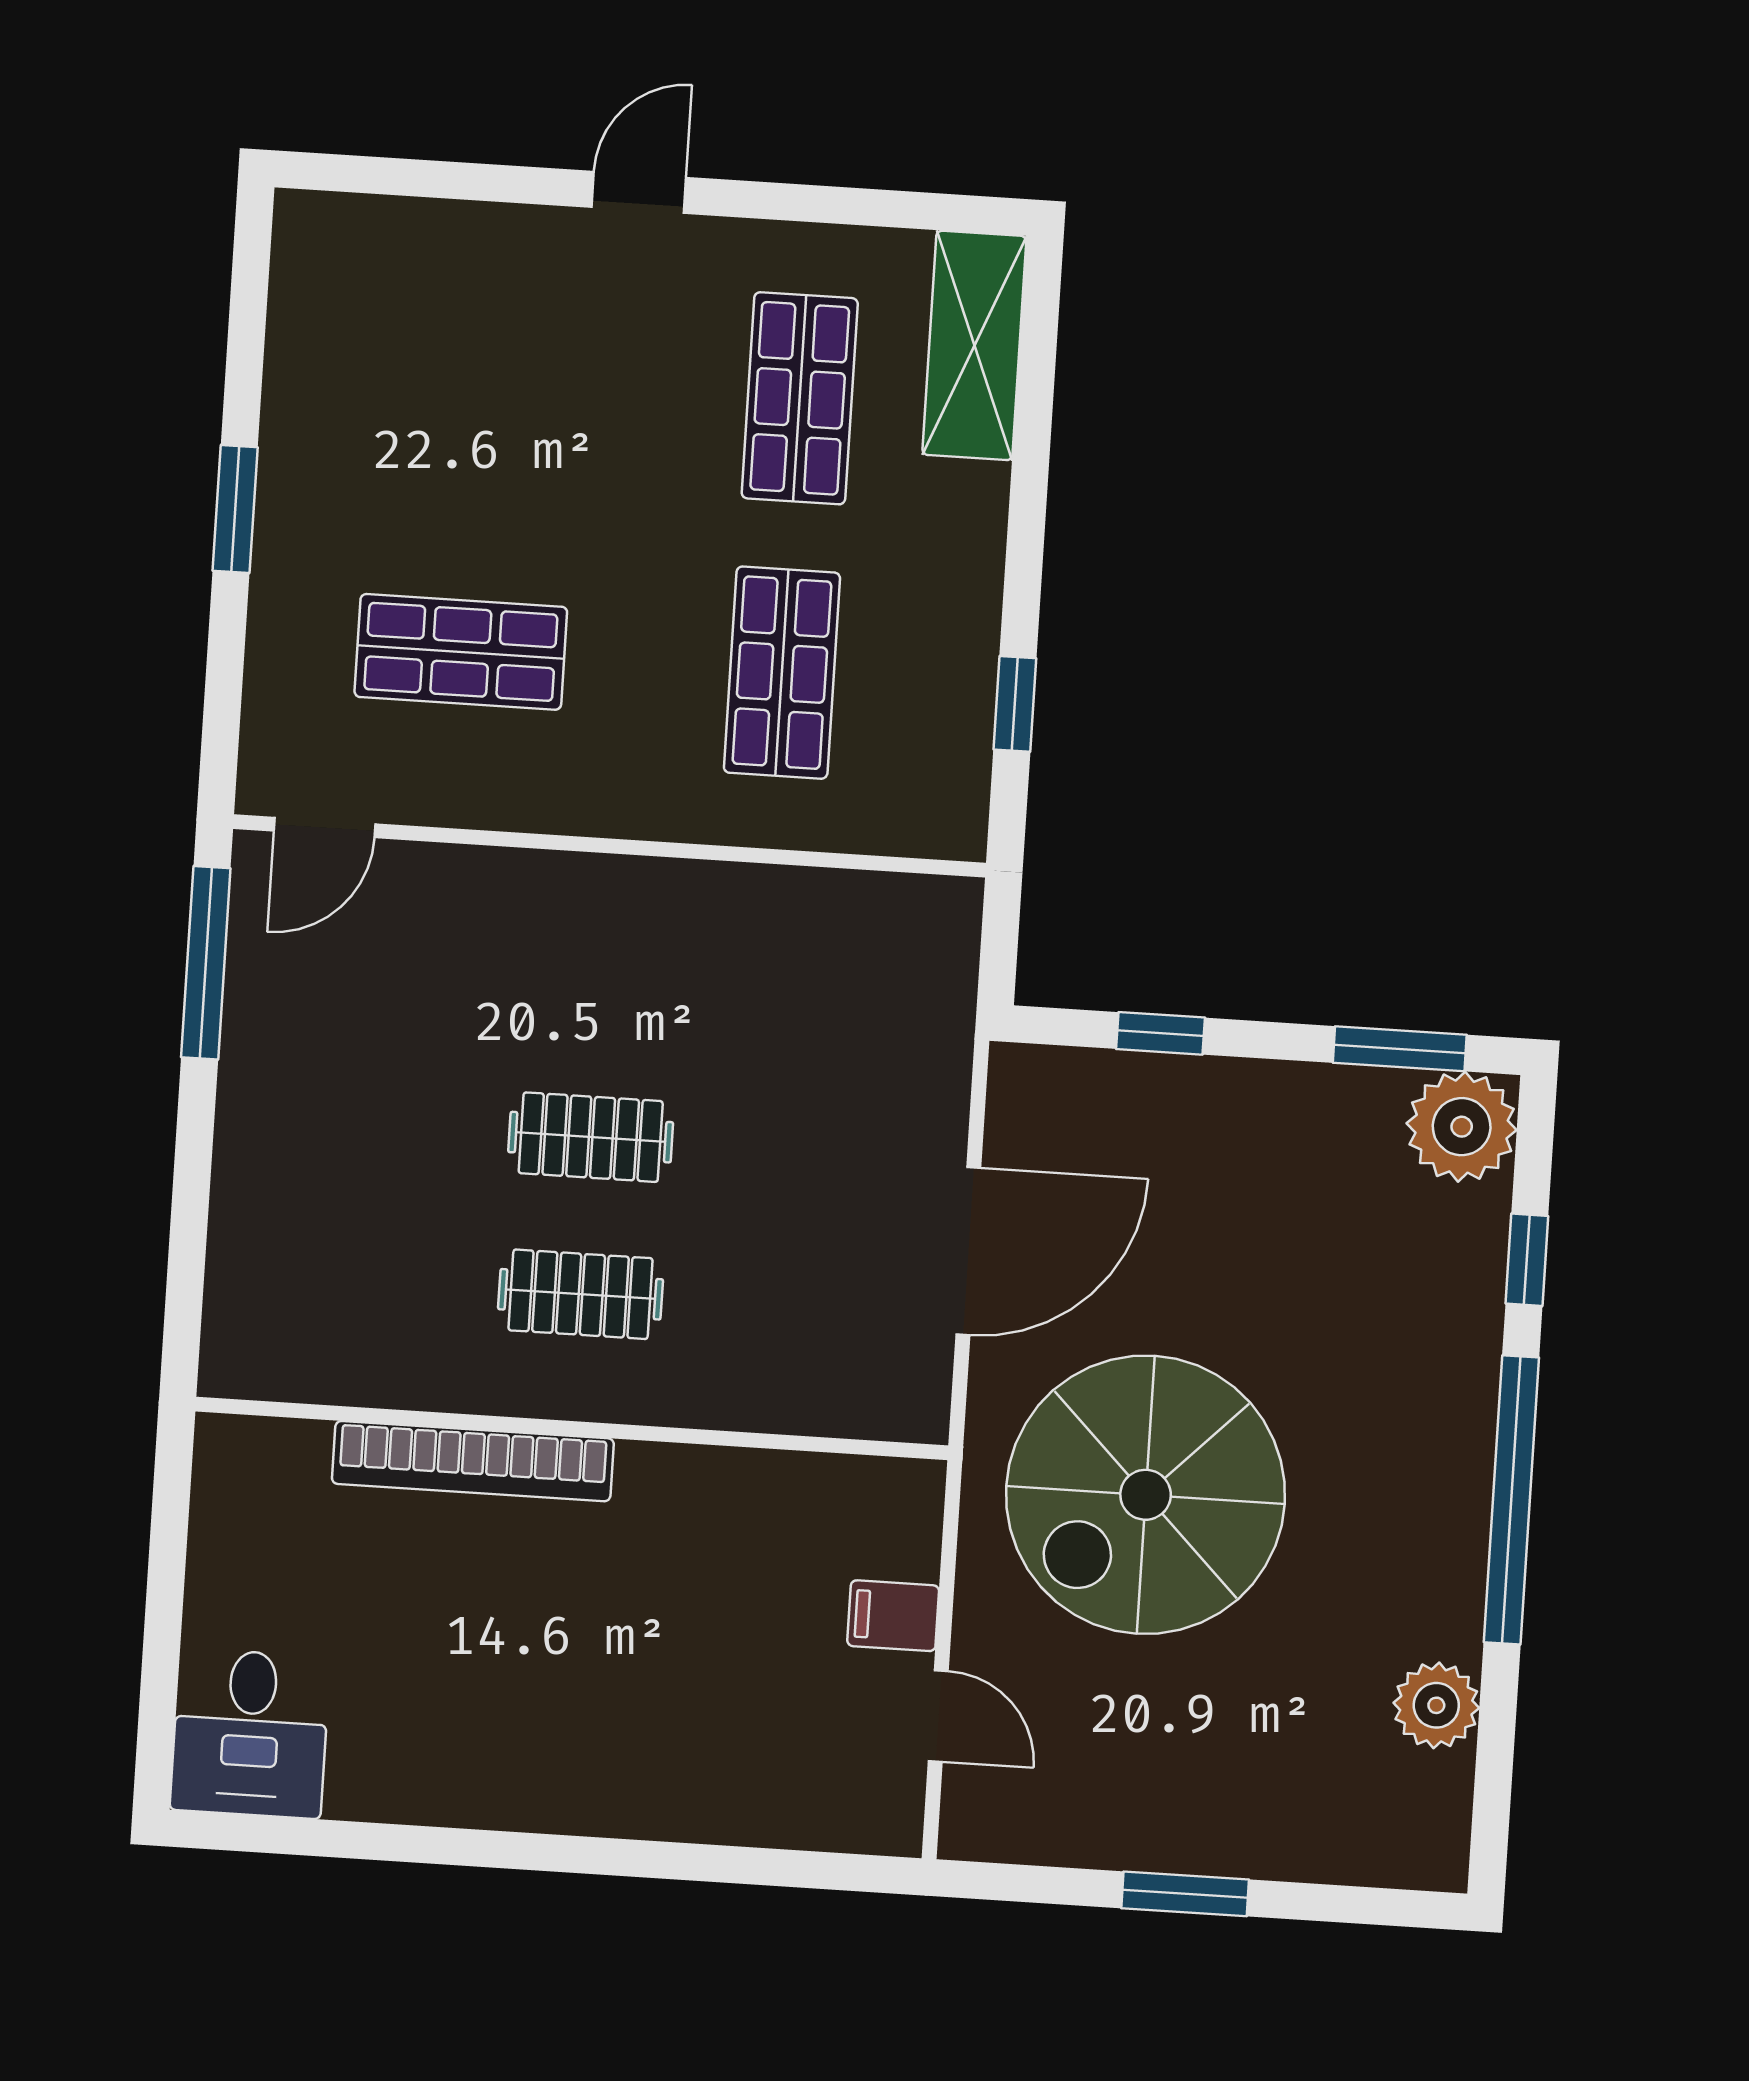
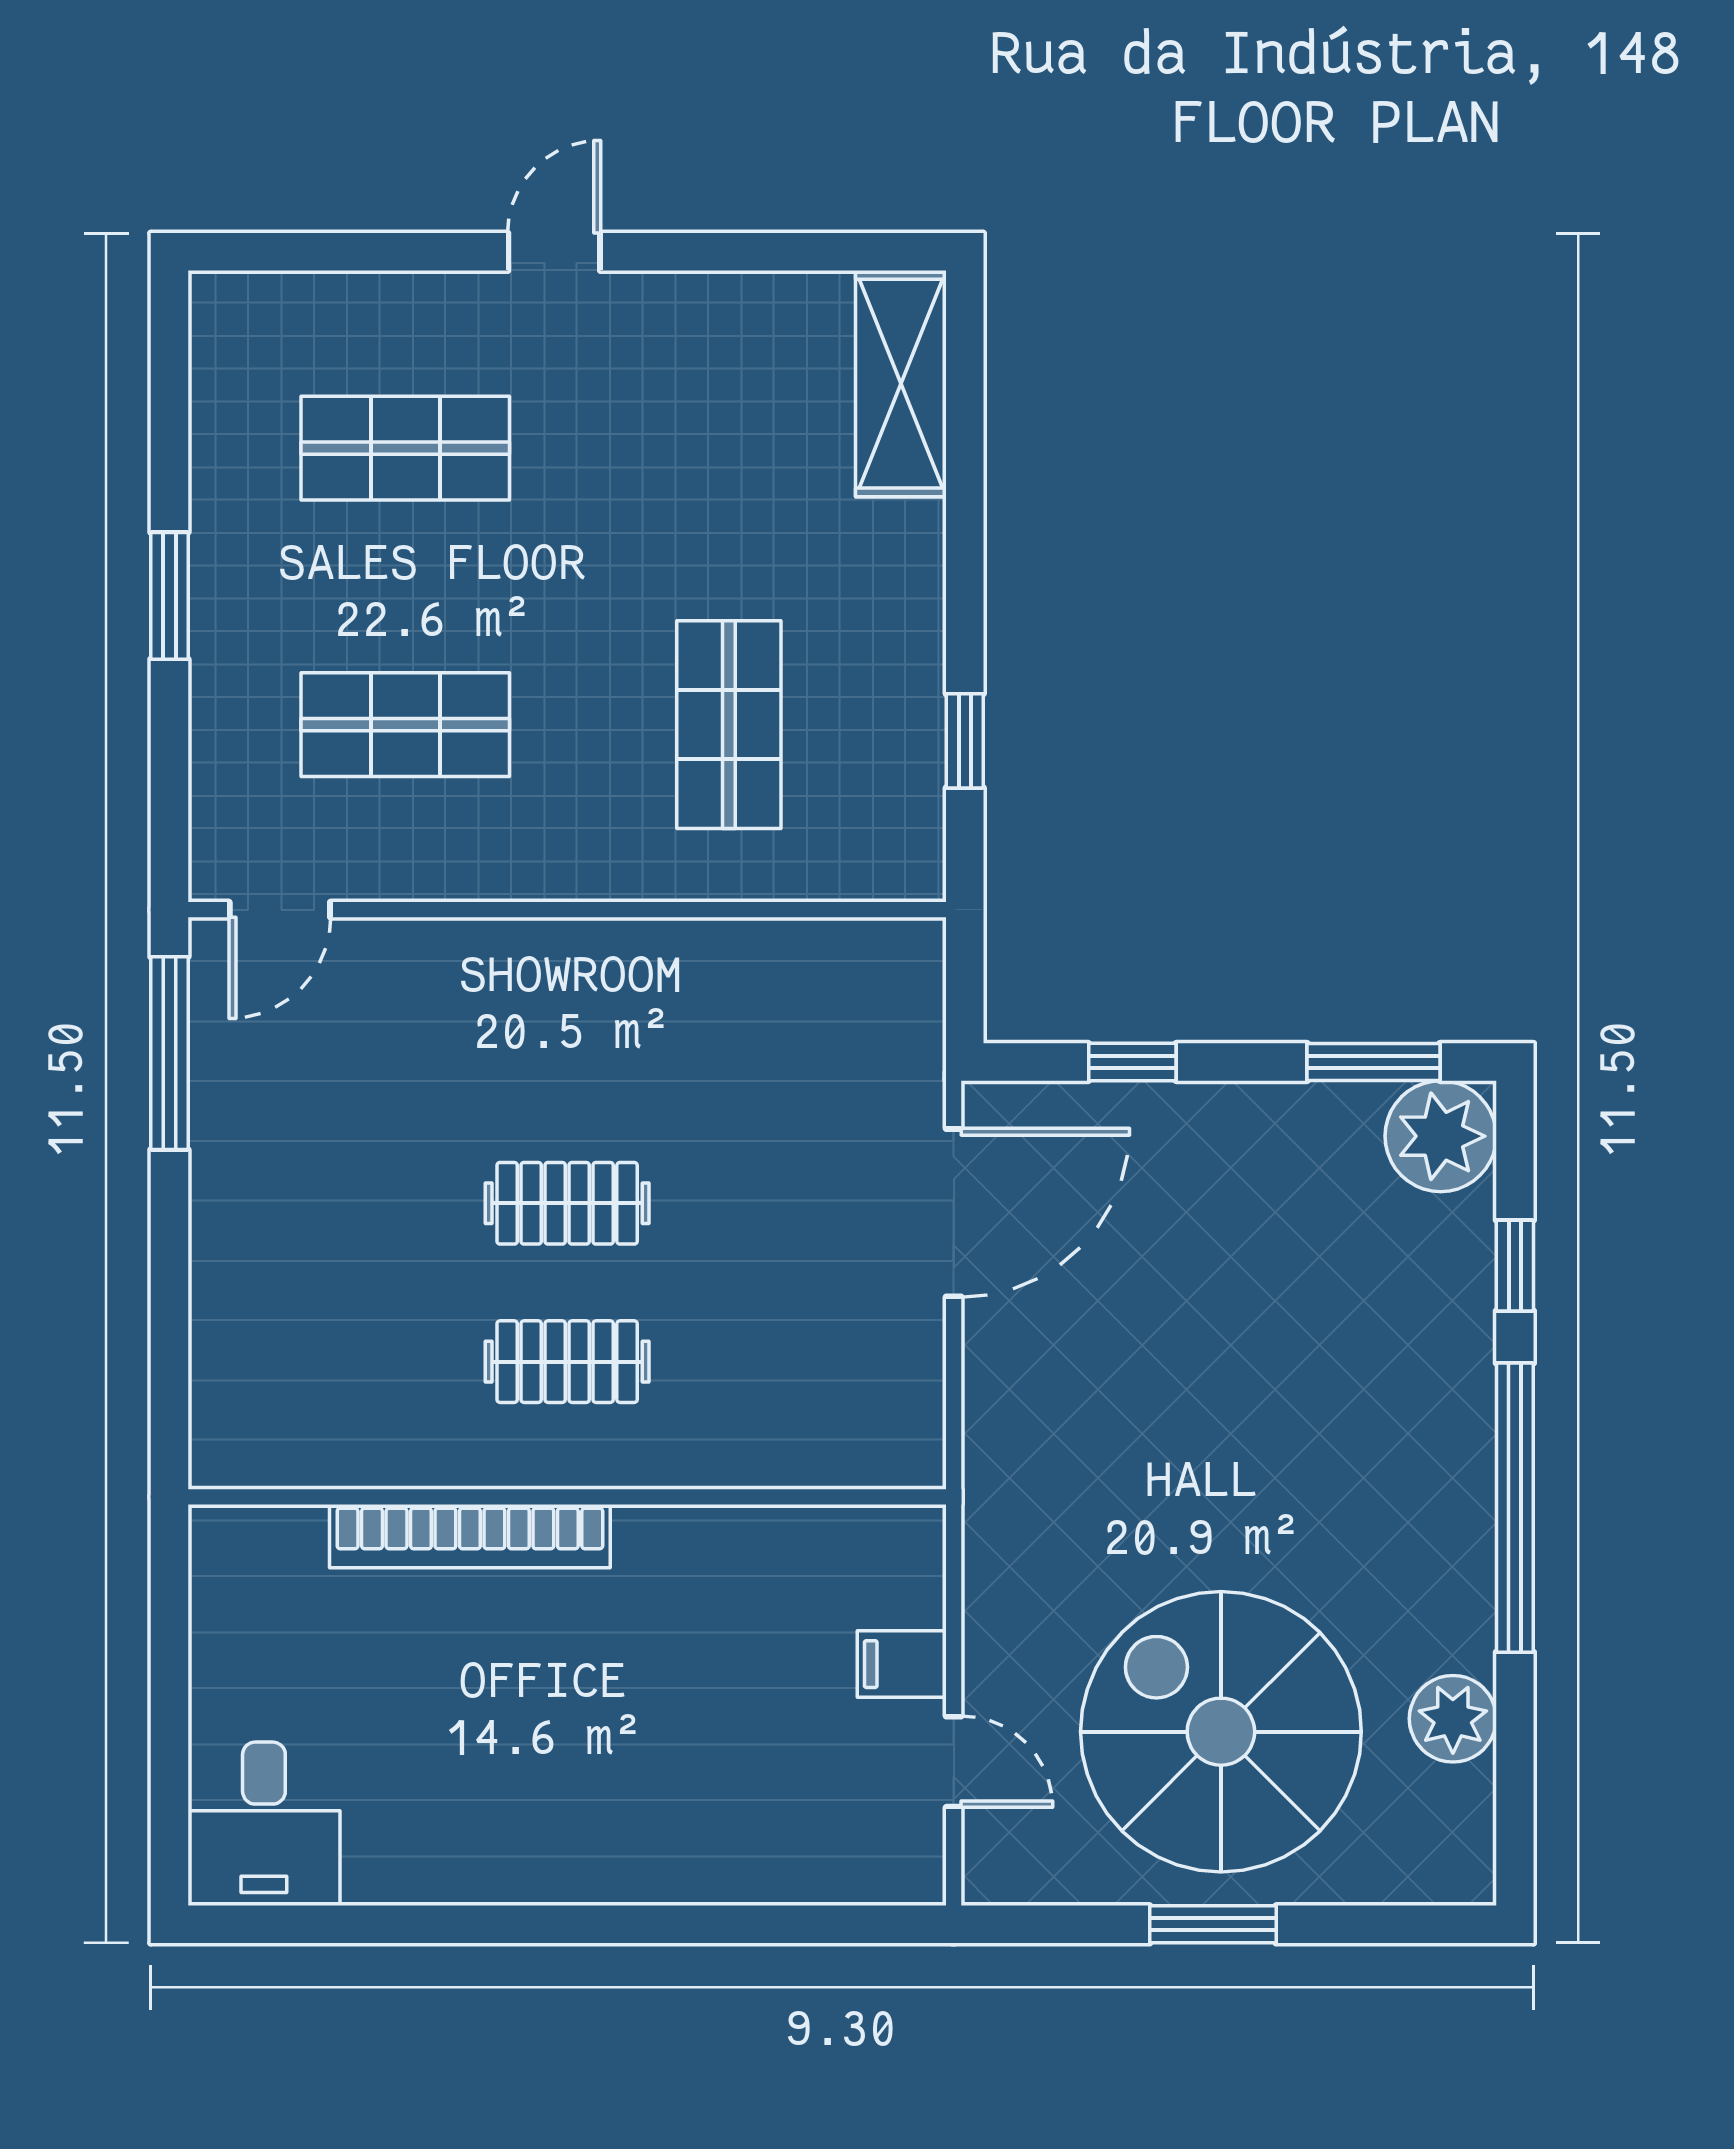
shop shelf: (800, 398) -> (405, 448), moved, turned 90
door: (968, 1251) -> (954, 1213), moved
spiral stairs: (1146, 1495) -> (1221, 1732), moved, turned 90

